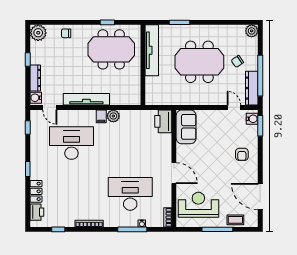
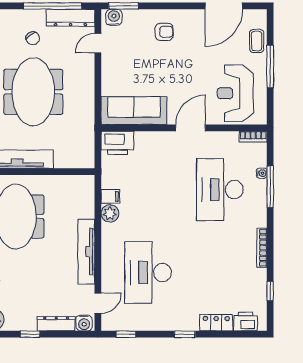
filing cabinet: (101, 116) -> (110, 196), moved
sofa: (186, 127) -> (134, 111), width x1.36

